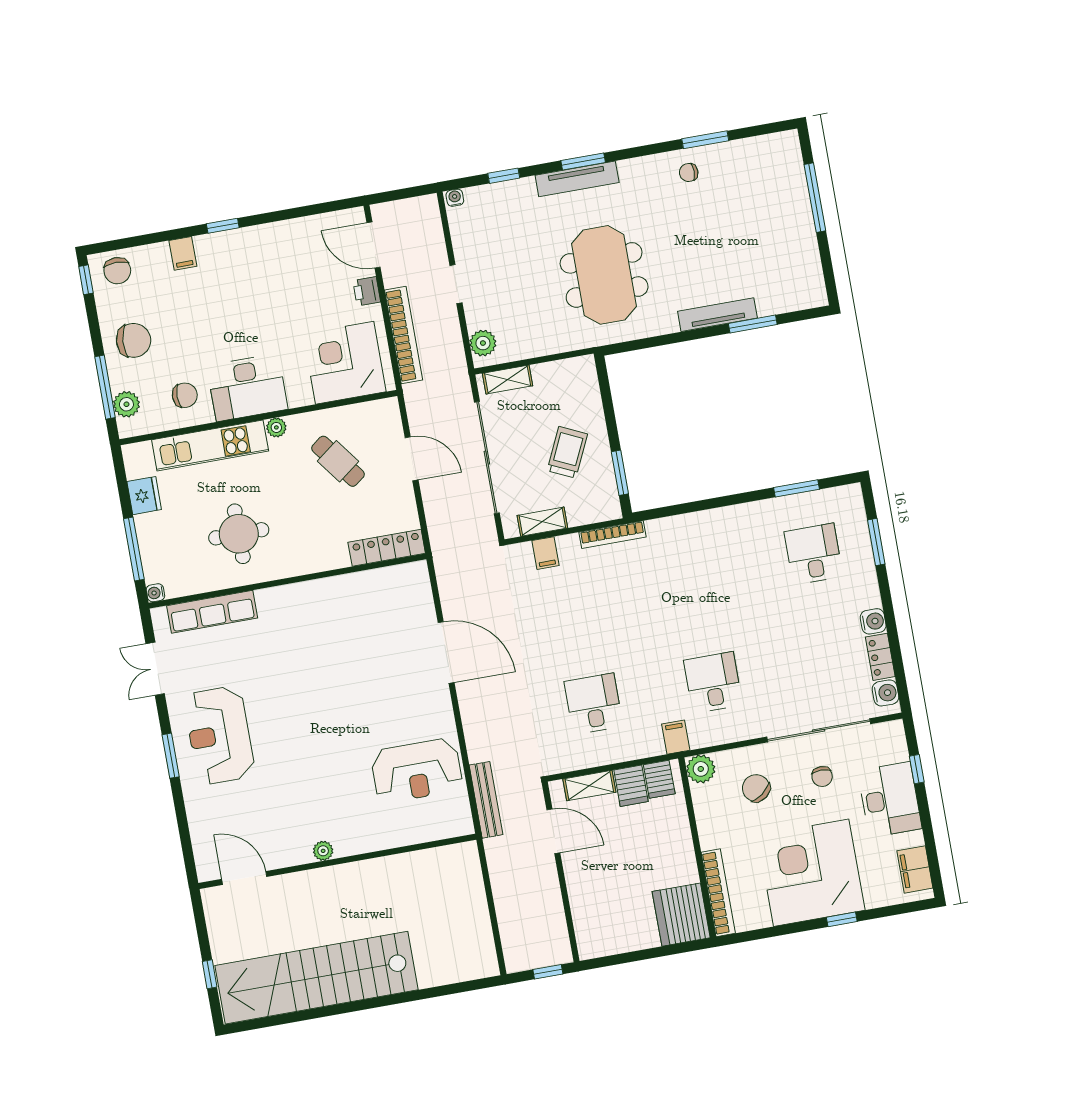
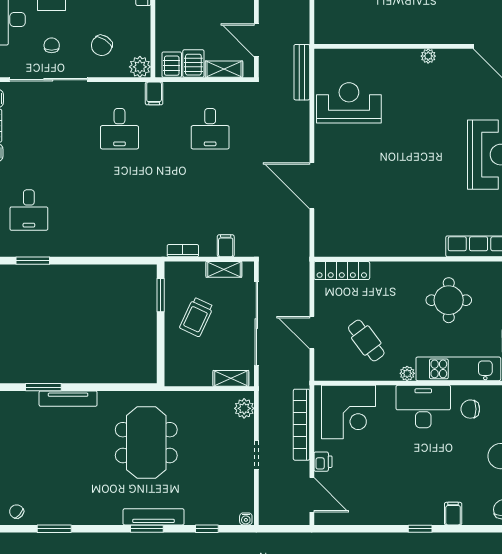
chair: (689, 173) -> (17, 512), moved, turned -139
bookcase: (612, 535) -> (183, 251), width x0.64
chair: (756, 788) -> (102, 45), turned 70

